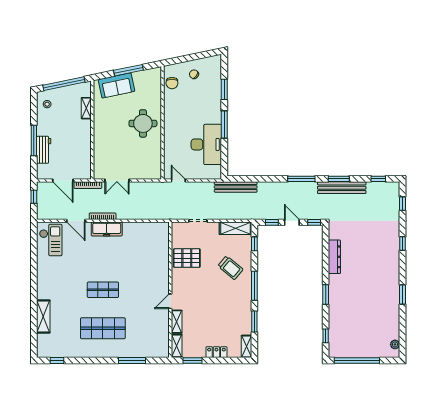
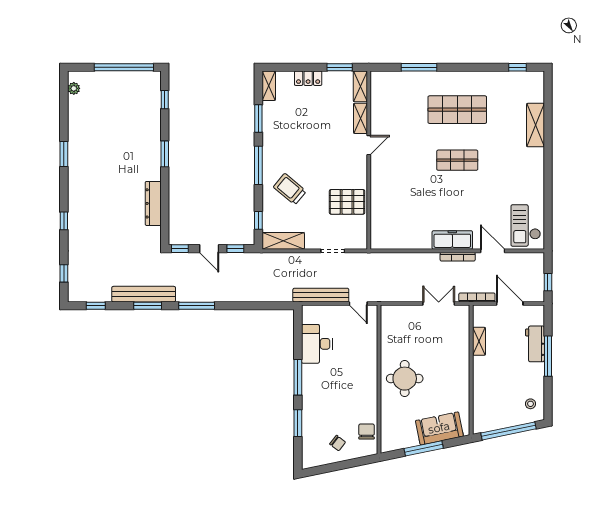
shelving: (86, 108) -> (479, 341), moved
desk: (206, 144) -> (317, 344), width x0.73, depth x0.77
bench: (236, 187) -> (321, 295), moved

